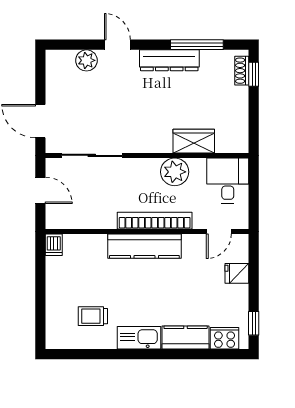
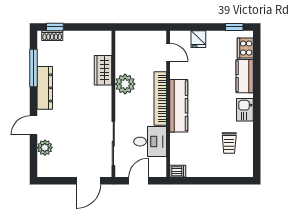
desk: (228, 180) -> (150, 142), moved, turned 180
kitchen sink: (139, 338) -> (245, 110), width x0.73

